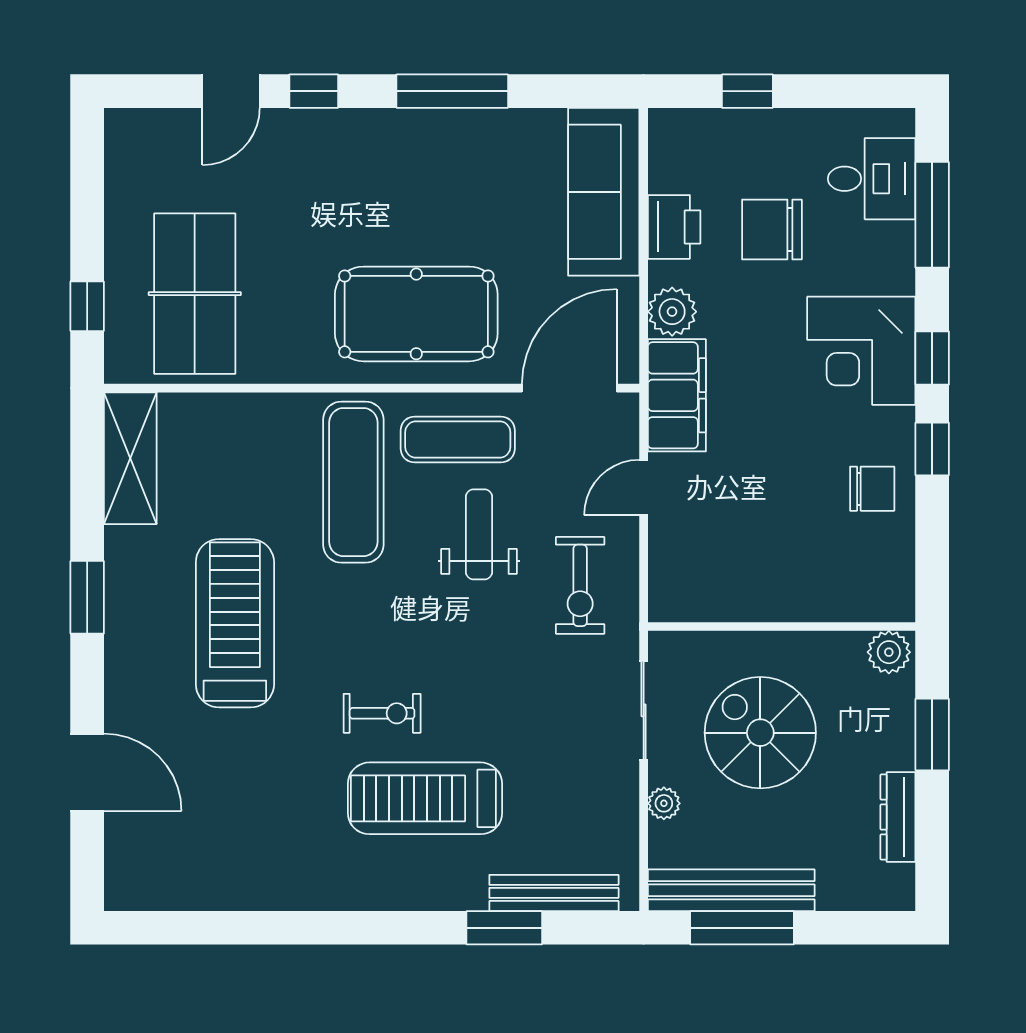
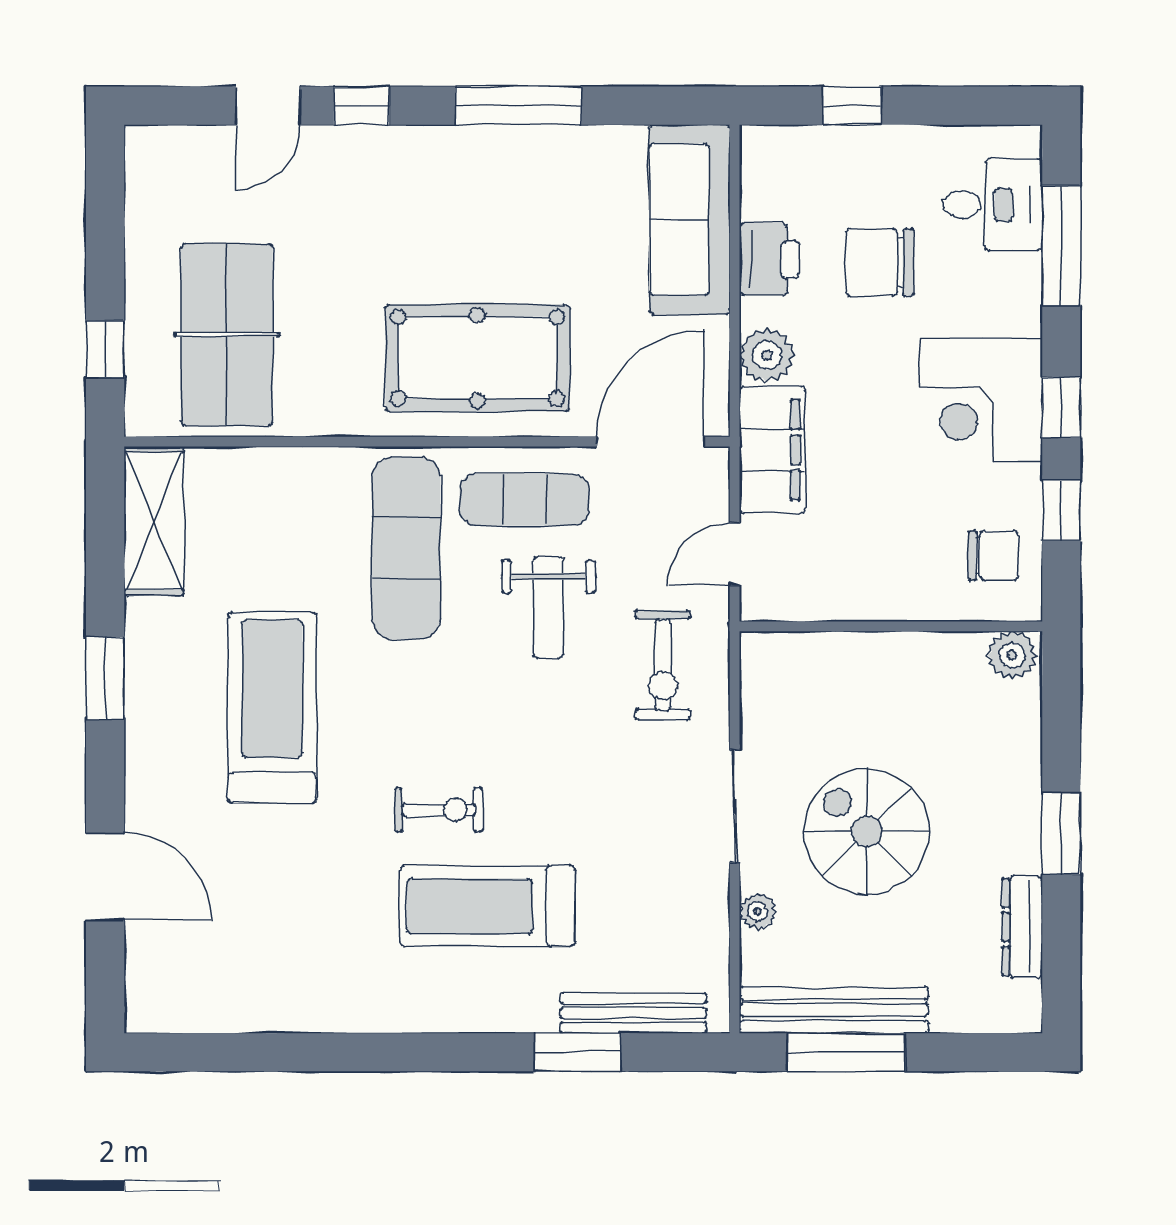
weight bench: (479, 534) -> (548, 607), turned 180
wall: (782, 627) -> (891, 626), moved
plant: (889, 652) -> (1012, 655), moved

